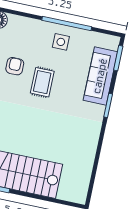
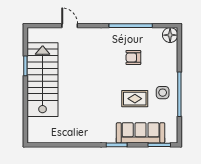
armchair: (15, 66) -> (133, 57), turned 180
rug: (42, 82) -> (135, 99), moved

